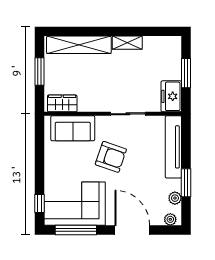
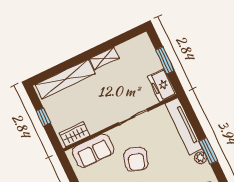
window: (40, 71) -> (43, 117), width x0.67
armchair: (111, 157) -> (136, 159), turned 88
plant: (175, 198) -> (200, 158), moved

